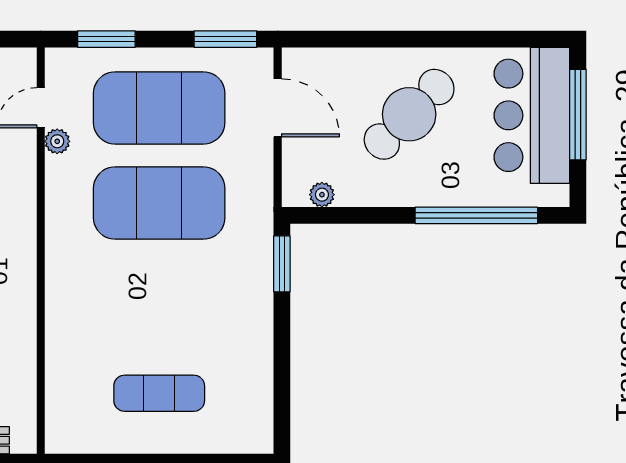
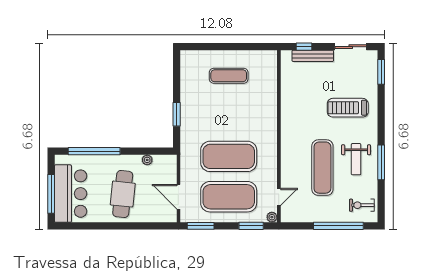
cafe table: (409, 114) -> (123, 194), turned -39
plant: (57, 141) -> (272, 217), moved
plant: (322, 195) -> (147, 160), moved
window: (282, 264) -> (177, 114), moved

